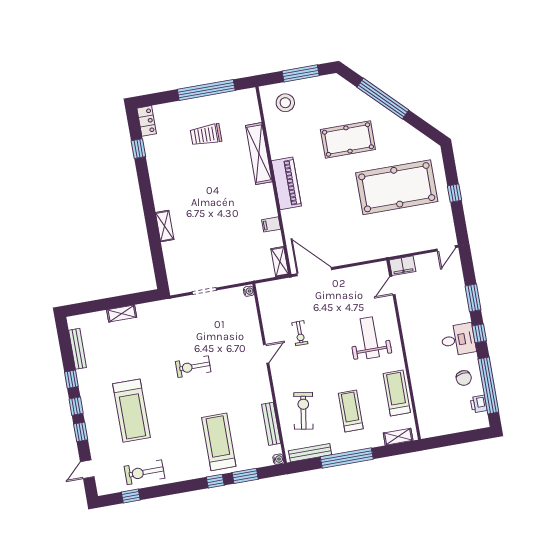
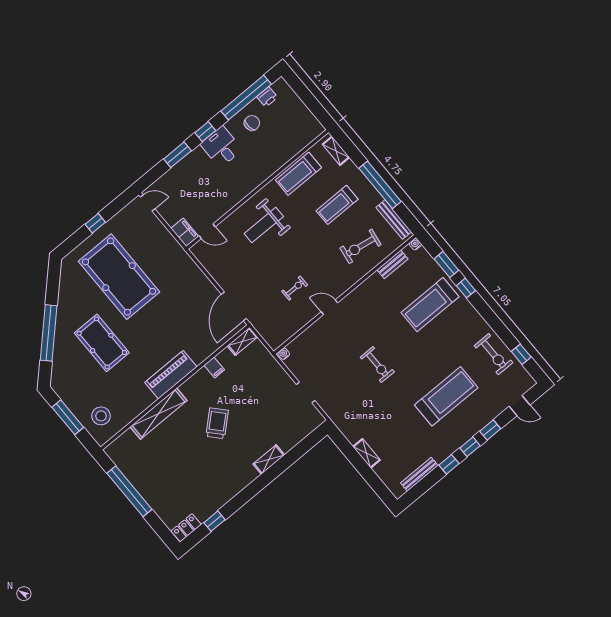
trolley: (206, 135) -> (217, 423), moved, turned -132
bench: (271, 424) -> (392, 264), width x0.73

